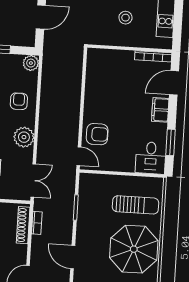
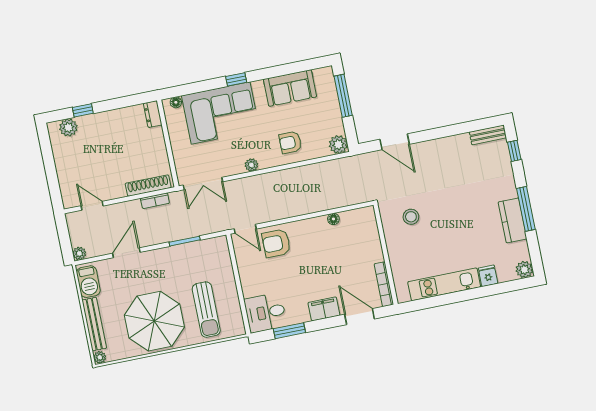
stool: (125, 18) -> (411, 217), moved
floor lamp: (90, 83) -> (333, 219), added
armchair: (19, 101) -> (290, 142), turned 180
armchair: (97, 134) -> (276, 243), turned 90
plant: (24, 137) -> (251, 165), width x0.53, depth x0.53
door: (79, 156) -> (245, 229), hinge flipped

